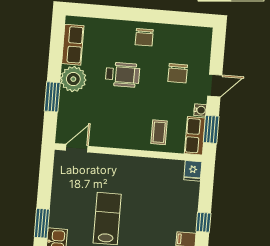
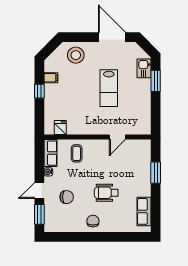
chair: (178, 73) -> (67, 197), turned 90
plant: (73, 79) -> (142, 187), removed
window: (211, 129) -> (39, 214), moved
door: (77, 148) -> (117, 137), moved
fridge: (193, 171) -> (60, 128), moved

